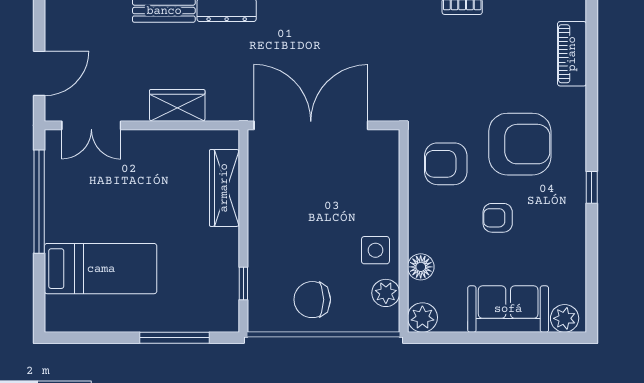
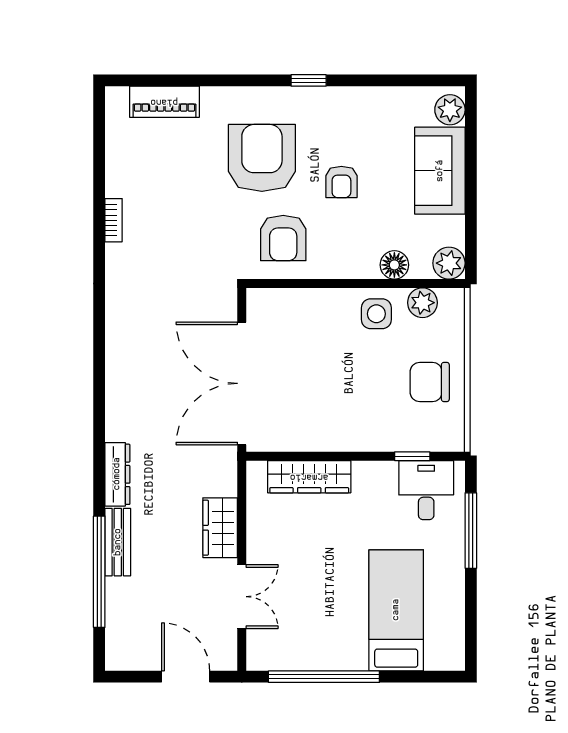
double door: (91, 125) -> (242, 597), moved
desk: (212, 296) -> (426, 490), added
chair: (312, 300) -> (430, 382), turned 90

